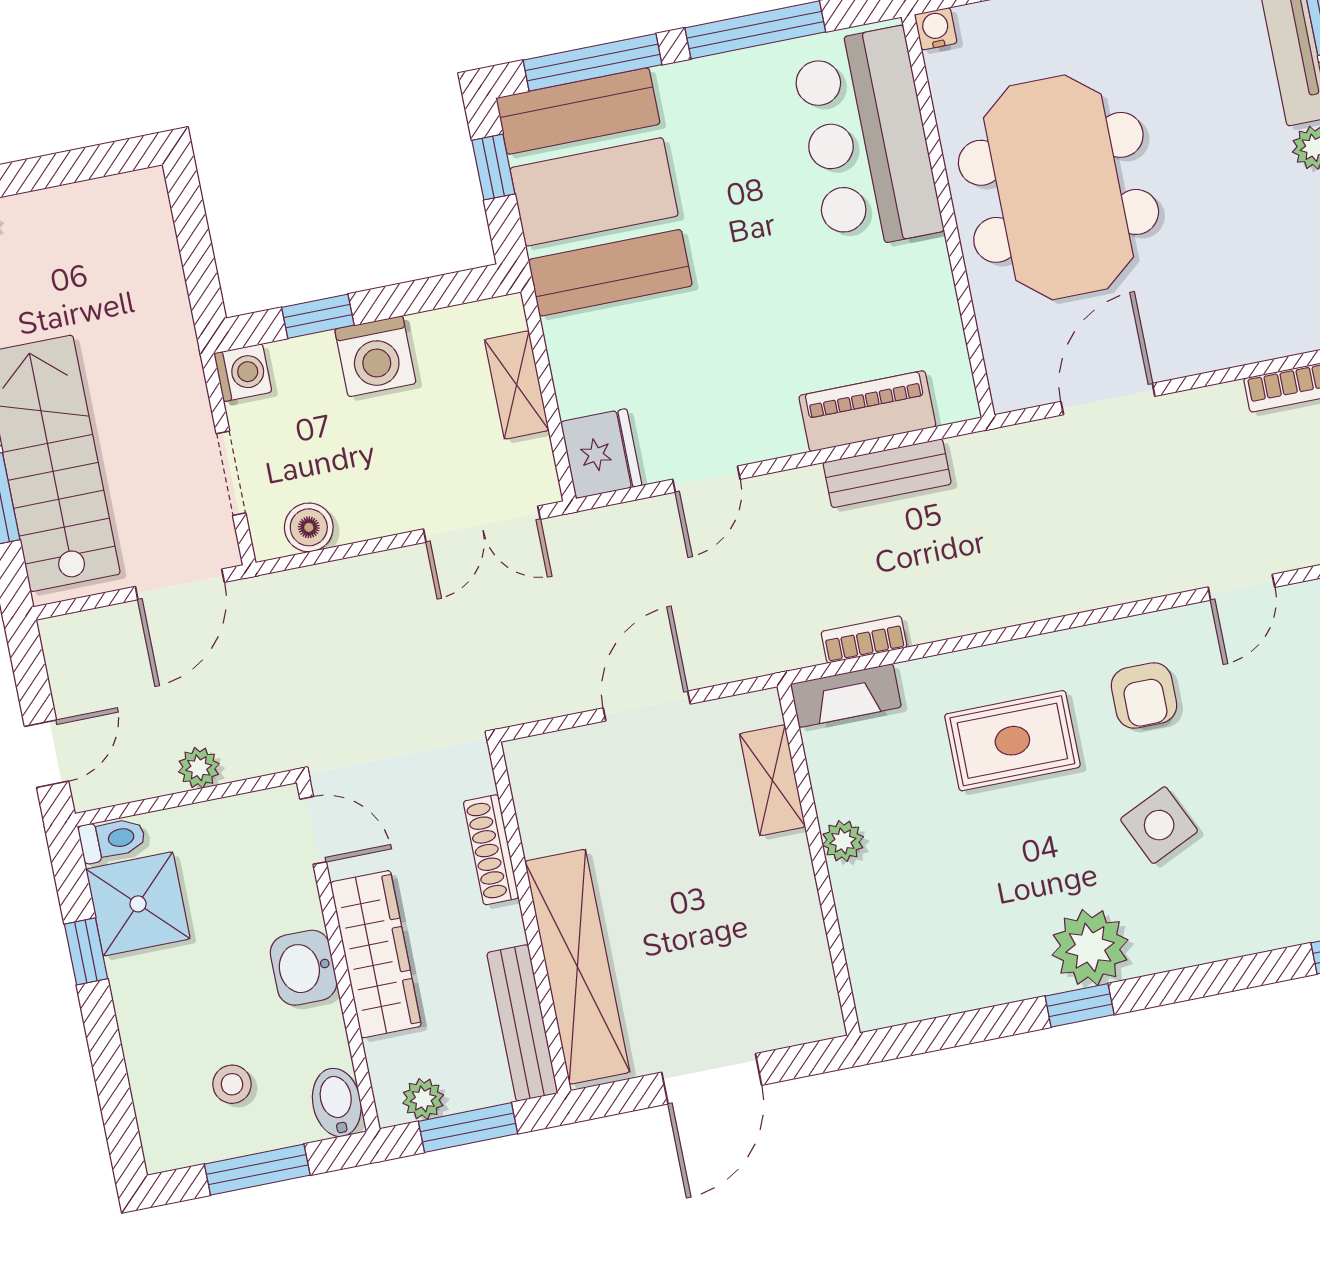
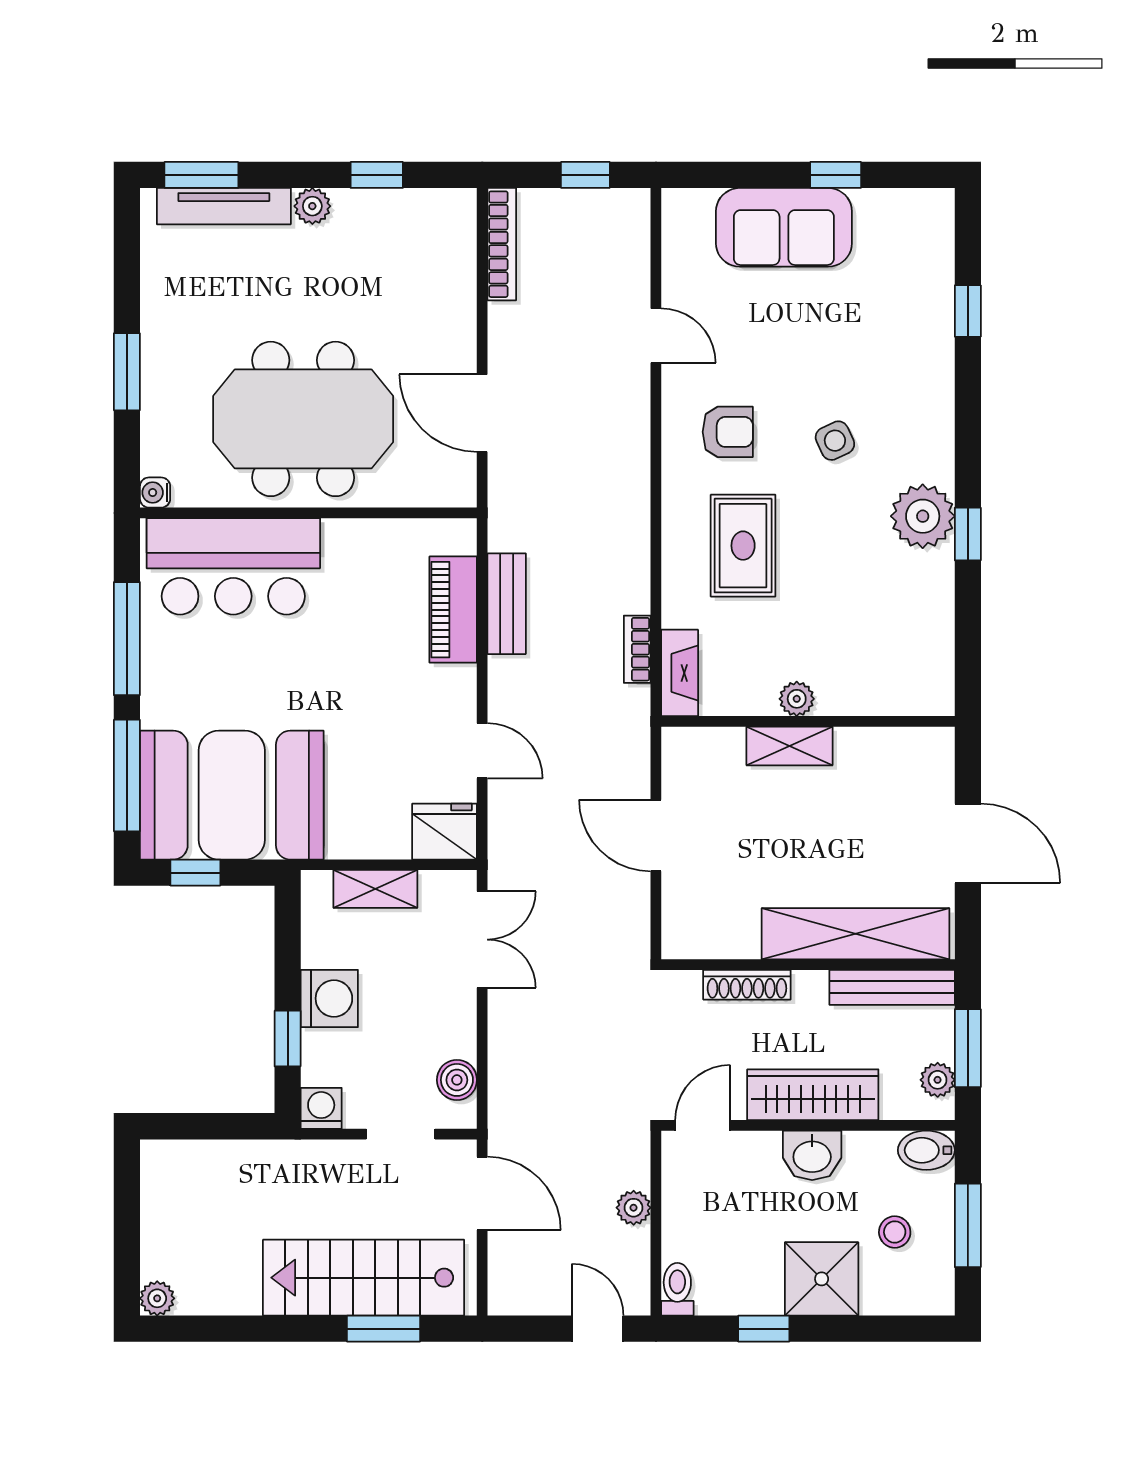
shelving: (772, 780) -> (790, 746), moved
side table: (1159, 825) -> (835, 441), width x0.73, depth x0.73
shower: (138, 904) -> (822, 1279), moved

